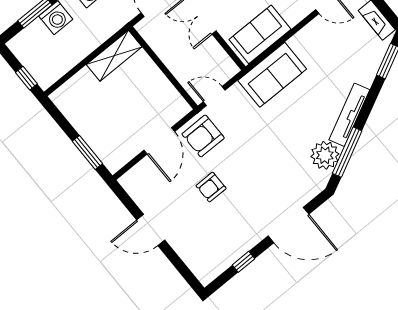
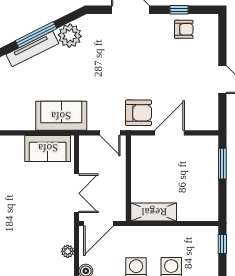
window: (347, 152) -> (36, 35), moved
armchair: (211, 187) -> (184, 29), moved

